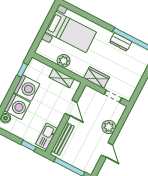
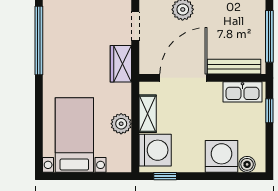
dresser: (121, 42) -> (52, 56), removed
washing machine: (27, 88) -> (155, 150), moved, turned 90
door: (71, 108) -> (183, 78), width x1.88

